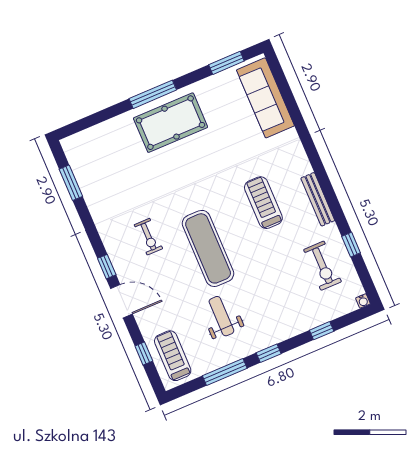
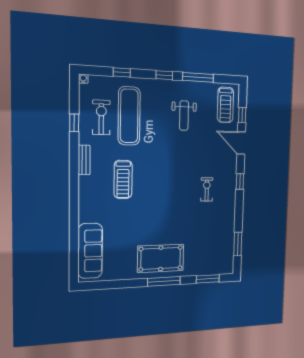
window: (226, 63) -> (208, 279), moved
bench: (318, 199) -> (84, 160), width x0.73
exercise mat: (208, 248) -> (129, 116), moved
door: (121, 301) -> (241, 143), moved

